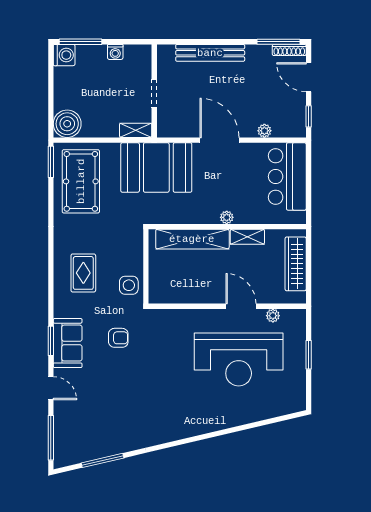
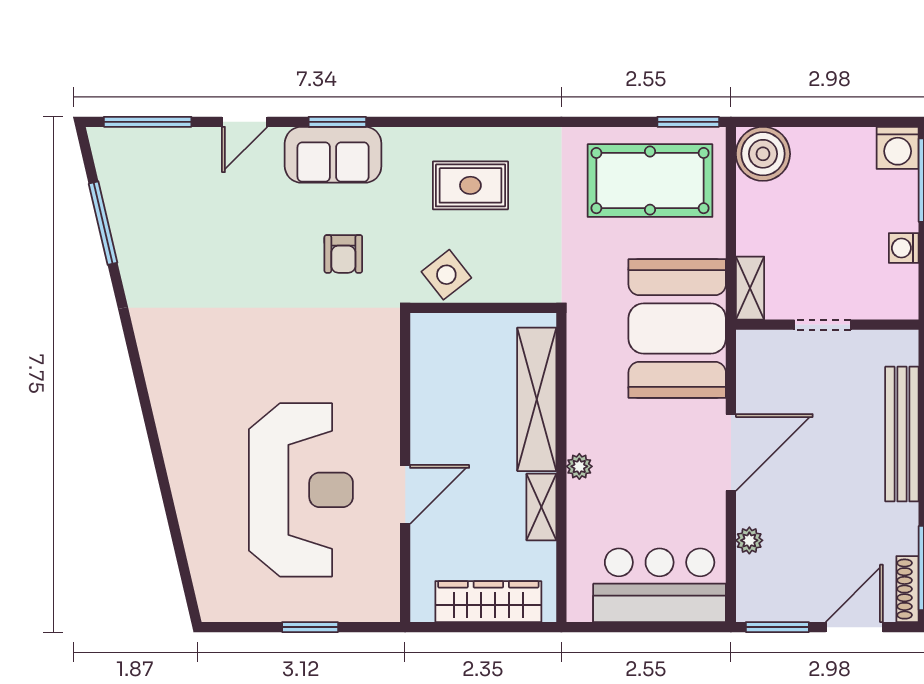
window: (309, 116) -> (777, 627), width x1.50
side table: (129, 285) -> (446, 275), turned -38
plant: (273, 316) -> (387, 557), removed
reception desk: (239, 359) -> (301, 490), turned 180

